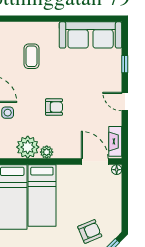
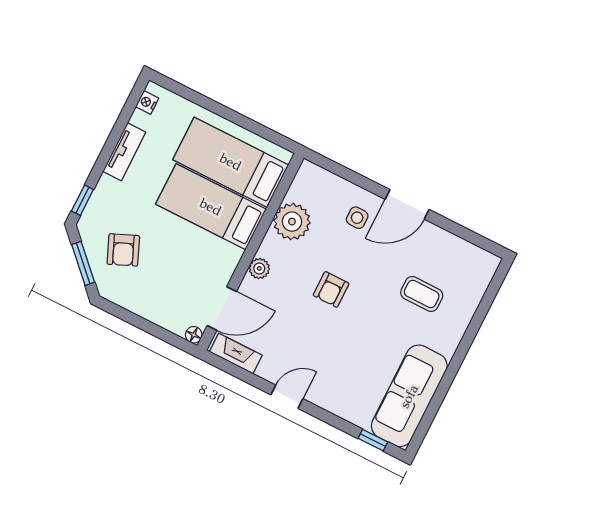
window: (125, 64) -> (373, 440), moved
plant: (47, 152) -> (259, 268), moved

